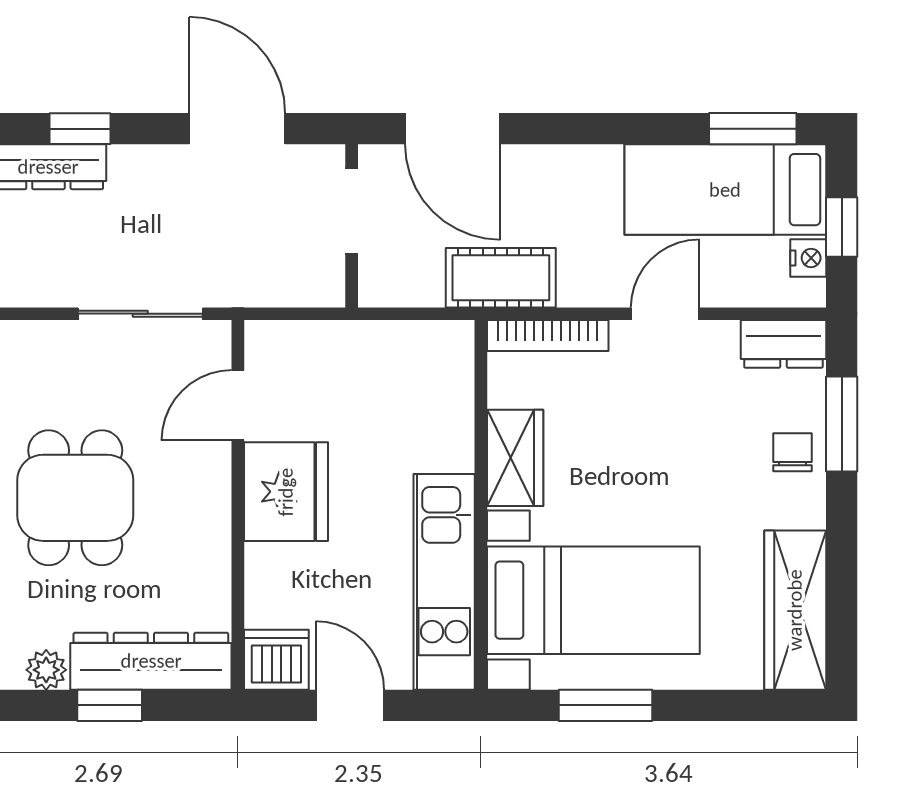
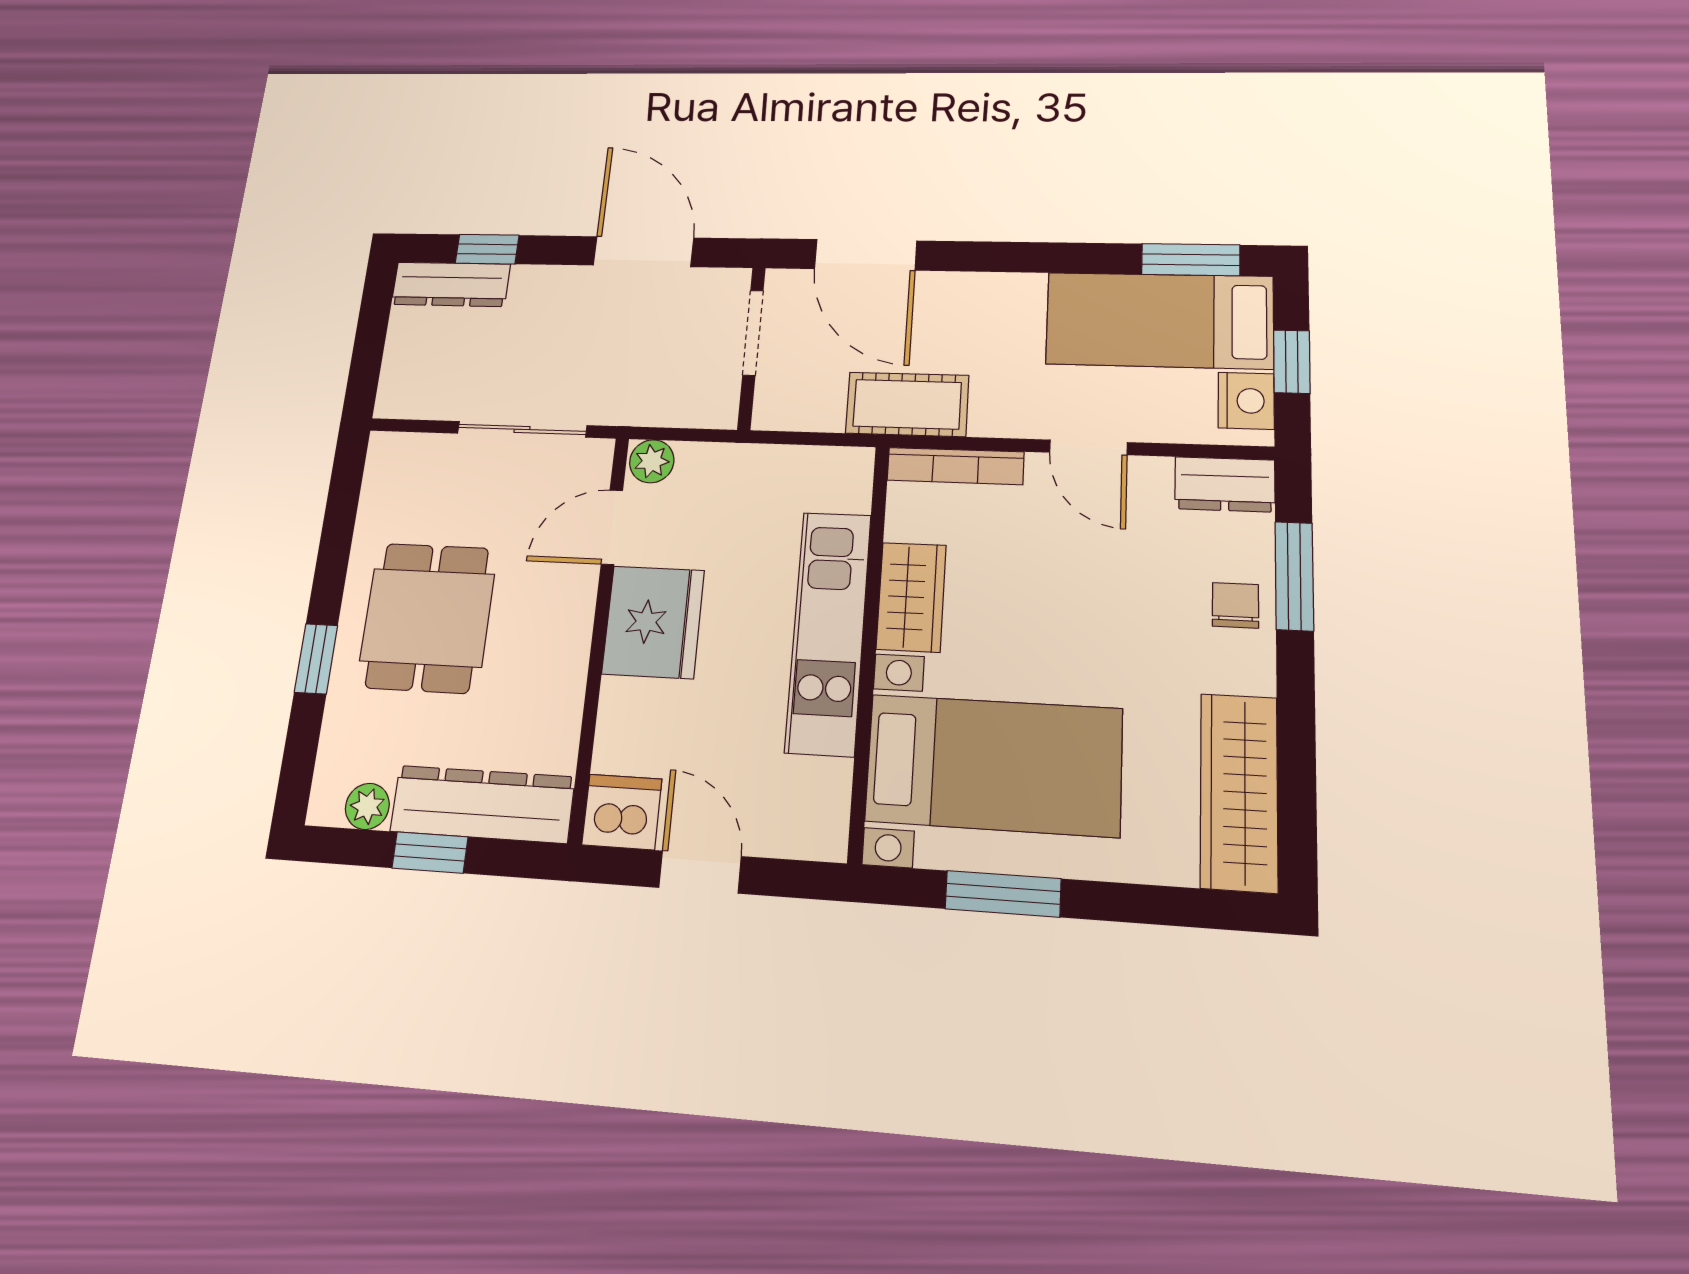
nightstand: (808, 258) -> (1246, 401), width x1.39, depth x1.35
door: (665, 314) -> (1088, 447), swing flipped
plant: (268, 341) -> (652, 461), added
kitchen unit: (444, 582) -> (828, 632), moved

